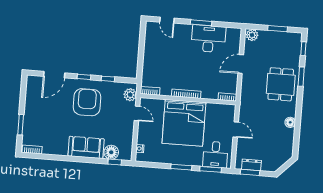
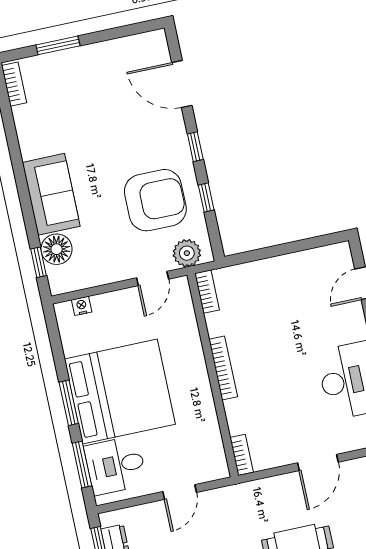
door: (241, 64) -> (318, 462), swing flipped
armchair: (87, 102) -> (155, 200), moved
bed: (184, 123) -> (120, 392), moved, turned 180

